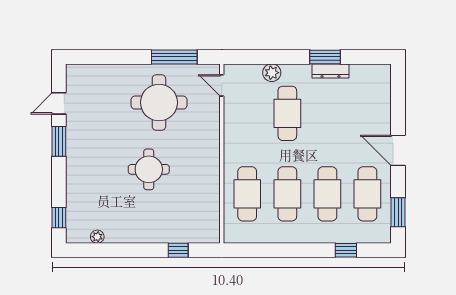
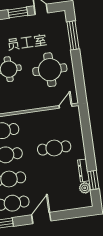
window: (174, 57) -> (73, 35), moved
window: (325, 57) -> (93, 180), moved
plant: (272, 73) -> (85, 188), moved

